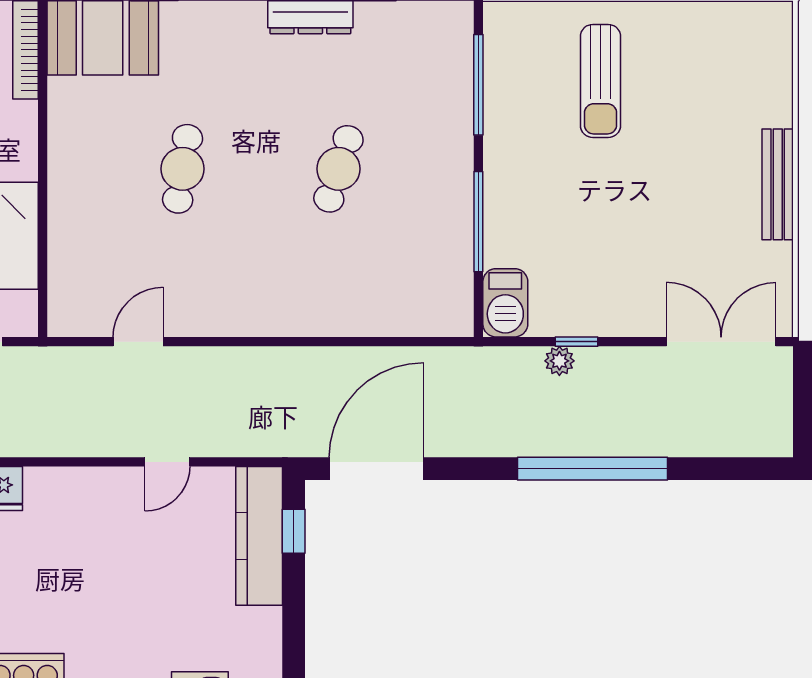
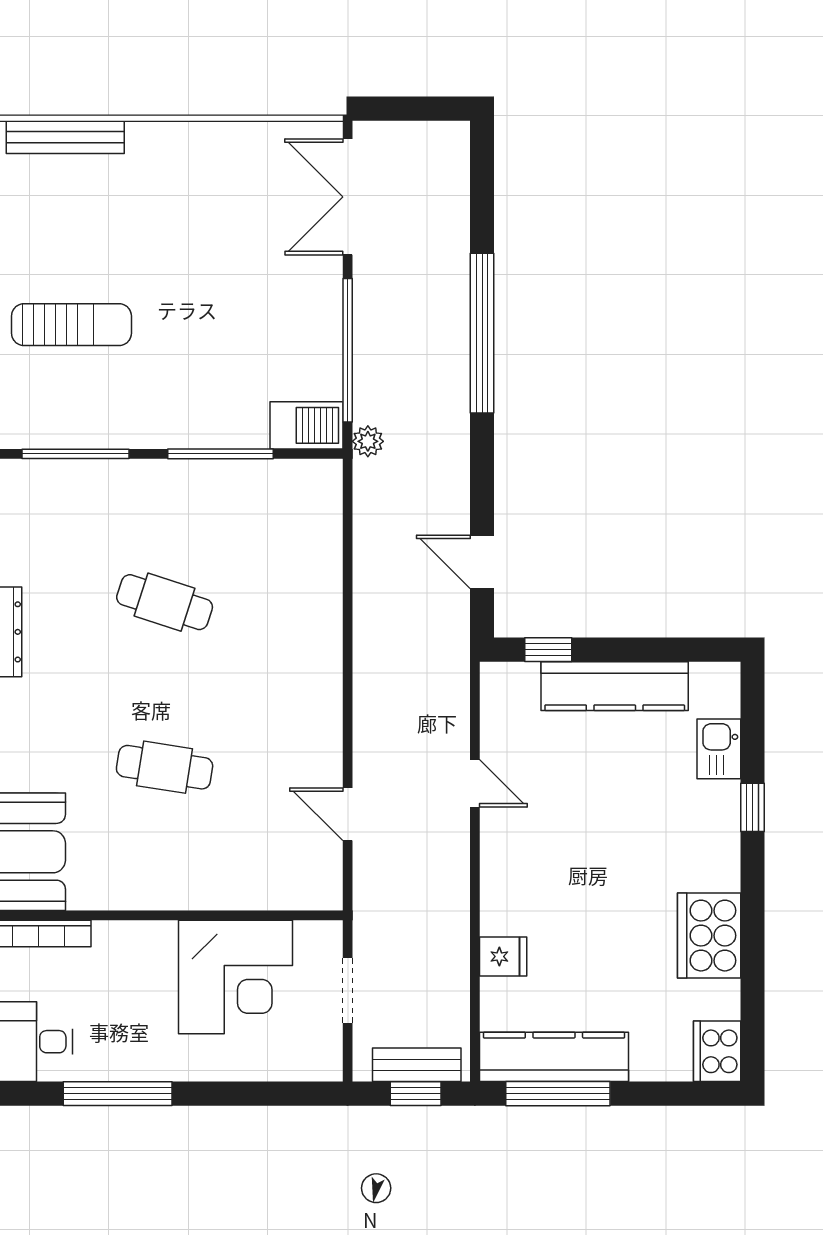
bench: (778, 184) -> (65, 137), moved
window: (576, 342) -> (348, 350), width x3.17
plant: (559, 361) -> (368, 441), moved
door: (377, 469) -> (482, 562), width x0.53
kitchen counter: (259, 536) -> (615, 686), moved

